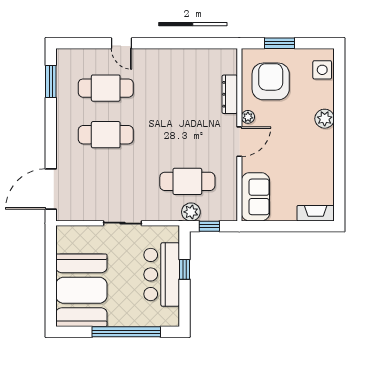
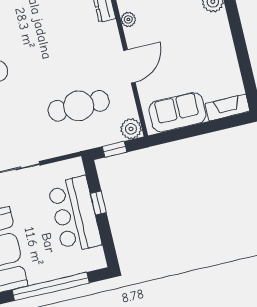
door: (239, 142) -> (129, 66), moved
sofa: (255, 197) -> (177, 112), moved, turned -90
plant: (191, 212) -> (131, 129), moved

